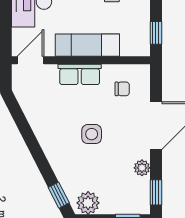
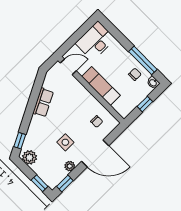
window: (156, 33) -> (145, 104), moved
row of seats: (80, 74) -> (43, 102), moved, turned -117
side table: (92, 134) -> (65, 142), moved

